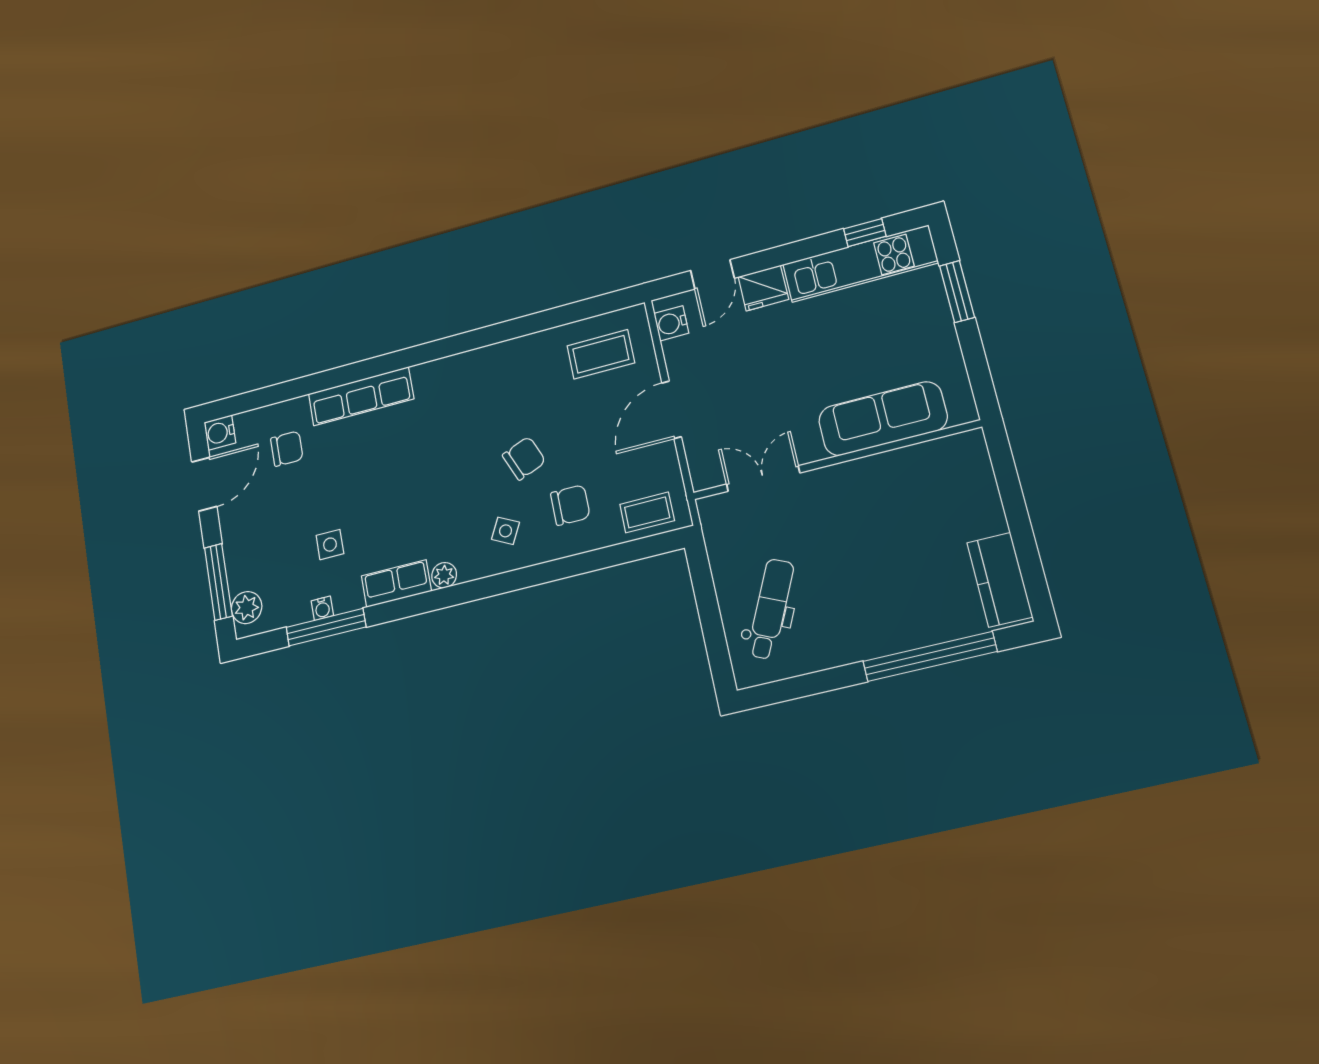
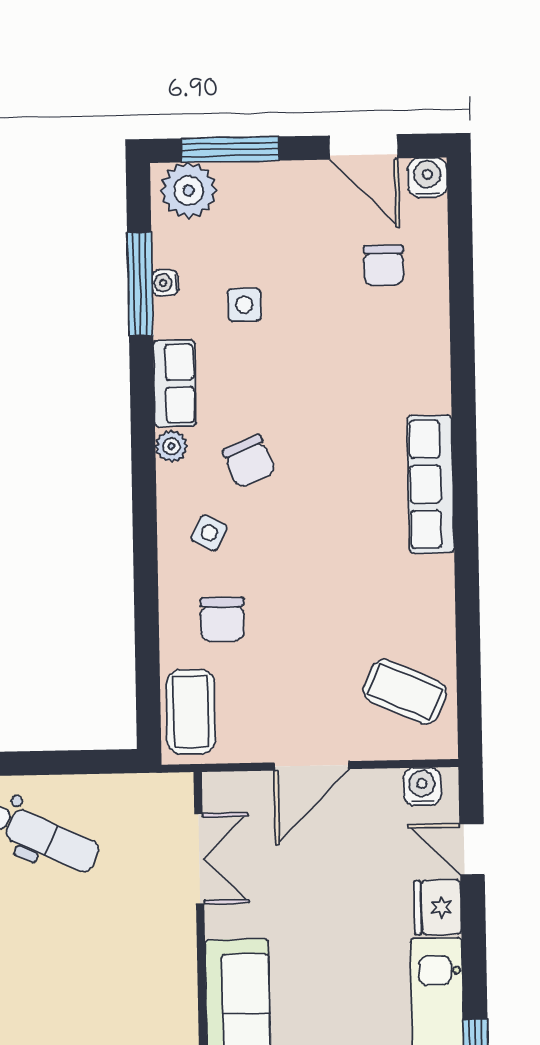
coffee table: (601, 354) -> (405, 692), turned -66
row of seats: (361, 396) -> (431, 484), moved
door: (672, 410) -> (312, 766), swing flipped
chair: (524, 458) -> (249, 462), moved
coffee table: (647, 512) -> (191, 712), width x1.36, depth x1.30
plant: (247, 608) -> (189, 190), width x1.36, depth x1.36

